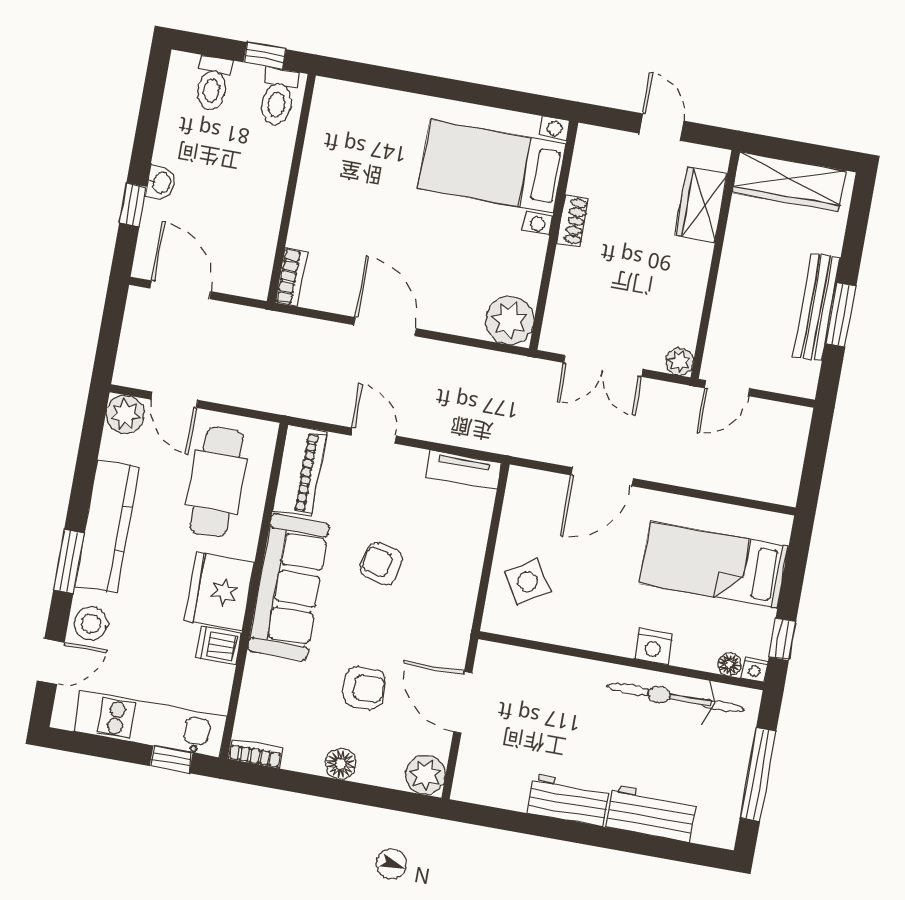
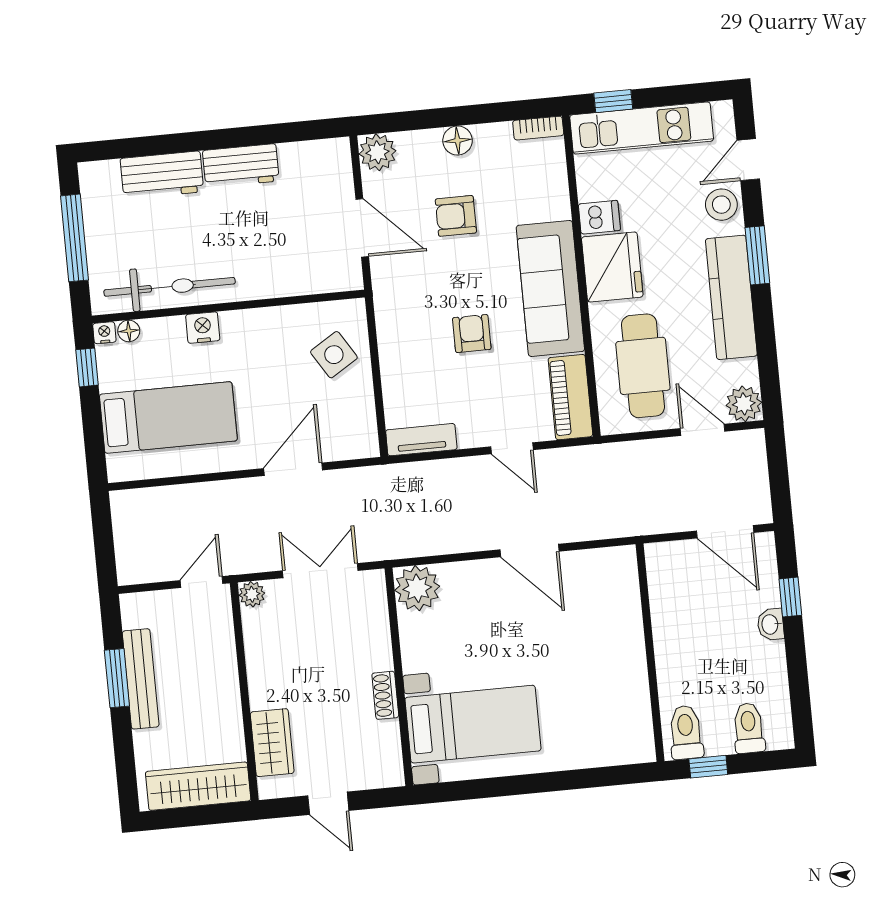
bookcase: (291, 277) -> (628, 572), removed
armchair: (381, 564) -> (472, 334), turned -102

